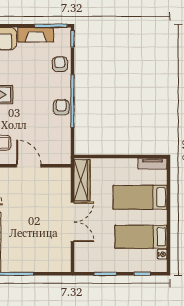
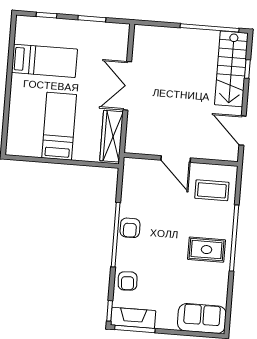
fireplace: (36, 35) -> (133, 318), moved
tv unit: (152, 164) -> (23, 150), removed
bed: (140, 197) -> (59, 126), moved, turned -90
nightstand: (162, 254) -> (20, 37), removed

